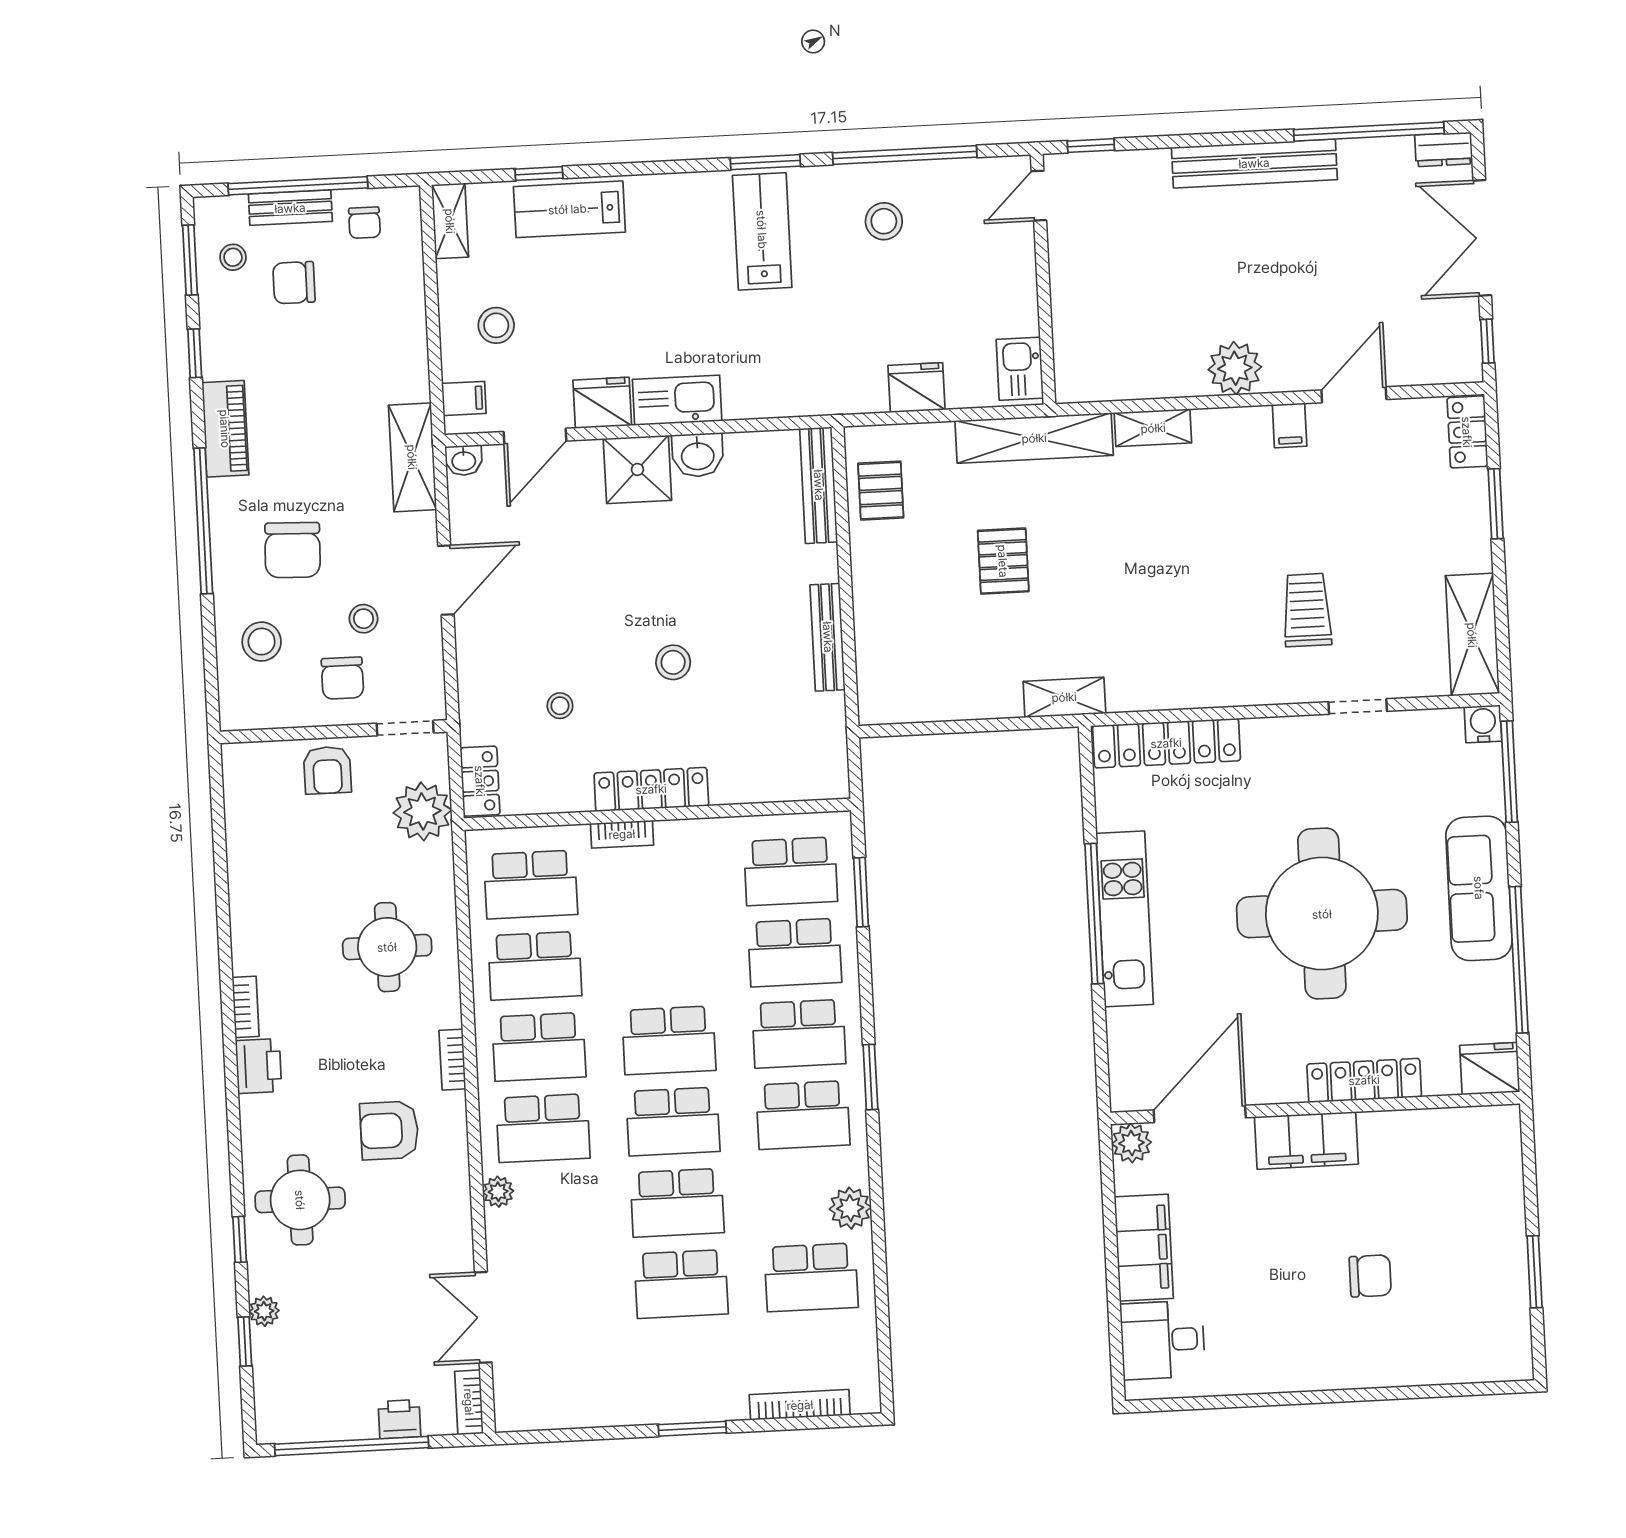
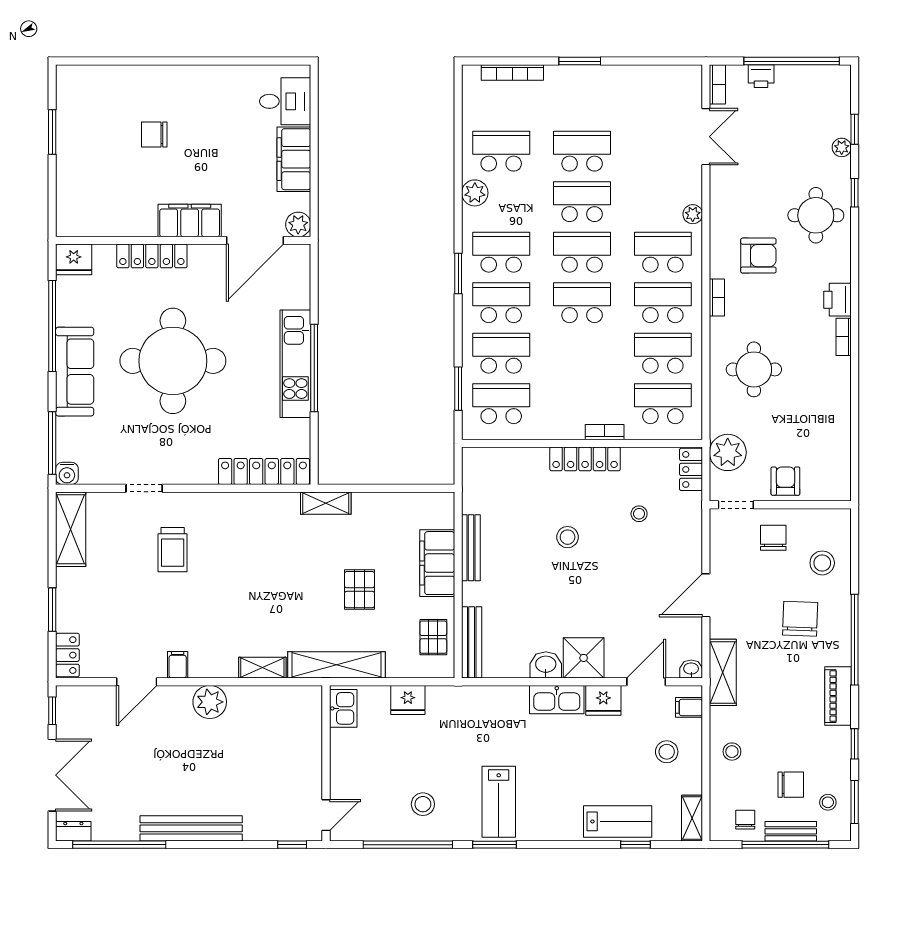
filing cabinet: (880, 610) -> (437, 563), added
stool: (364, 619) -> (732, 752), moved

